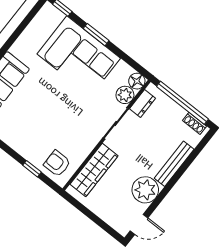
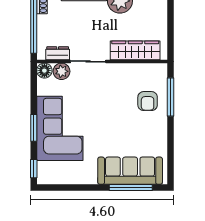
armchair: (57, 163) -> (148, 101), moved
window: (32, 169) -> (171, 97), width x2.17

